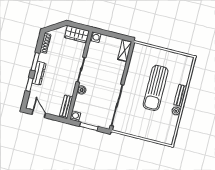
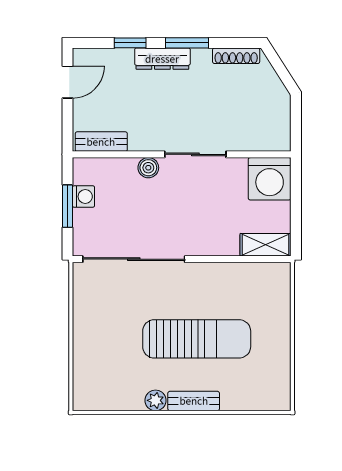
wardrobe: (77, 34) -> (276, 123), removed
washing machine: (95, 37) -> (270, 179), width x1.89, depth x1.89
sun lounger: (156, 88) -> (197, 339), turned 180
washing machine: (75, 116) -> (83, 197), moved

